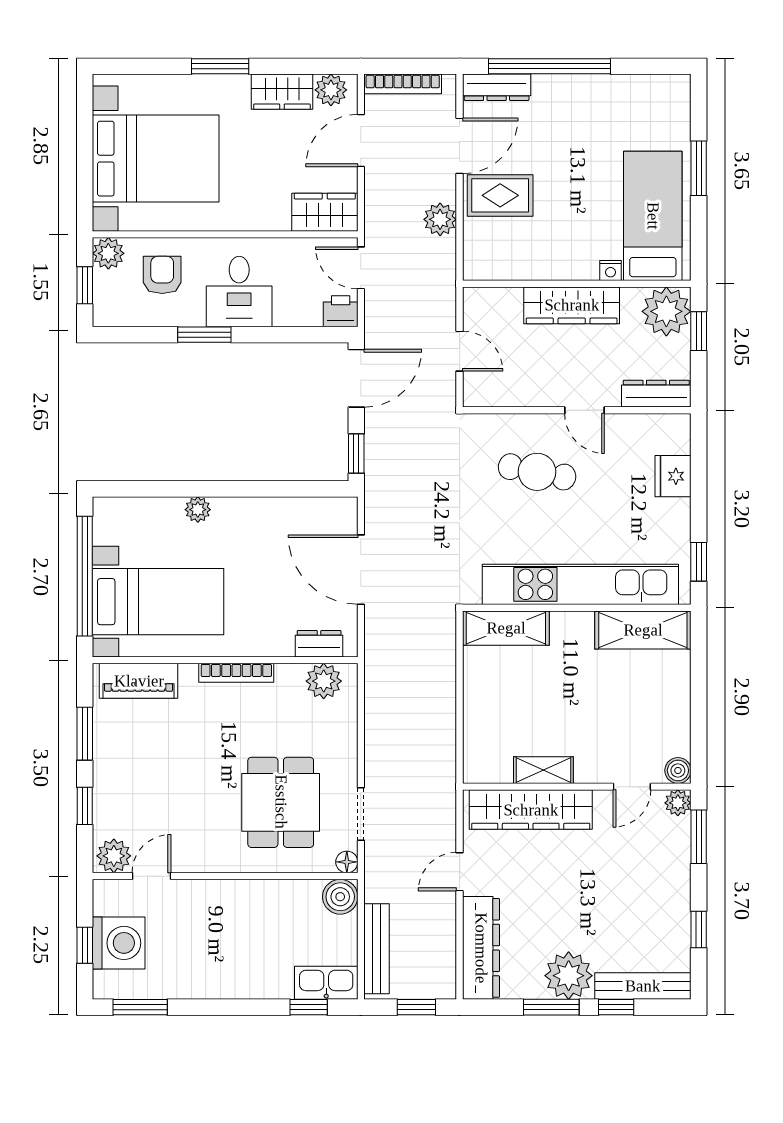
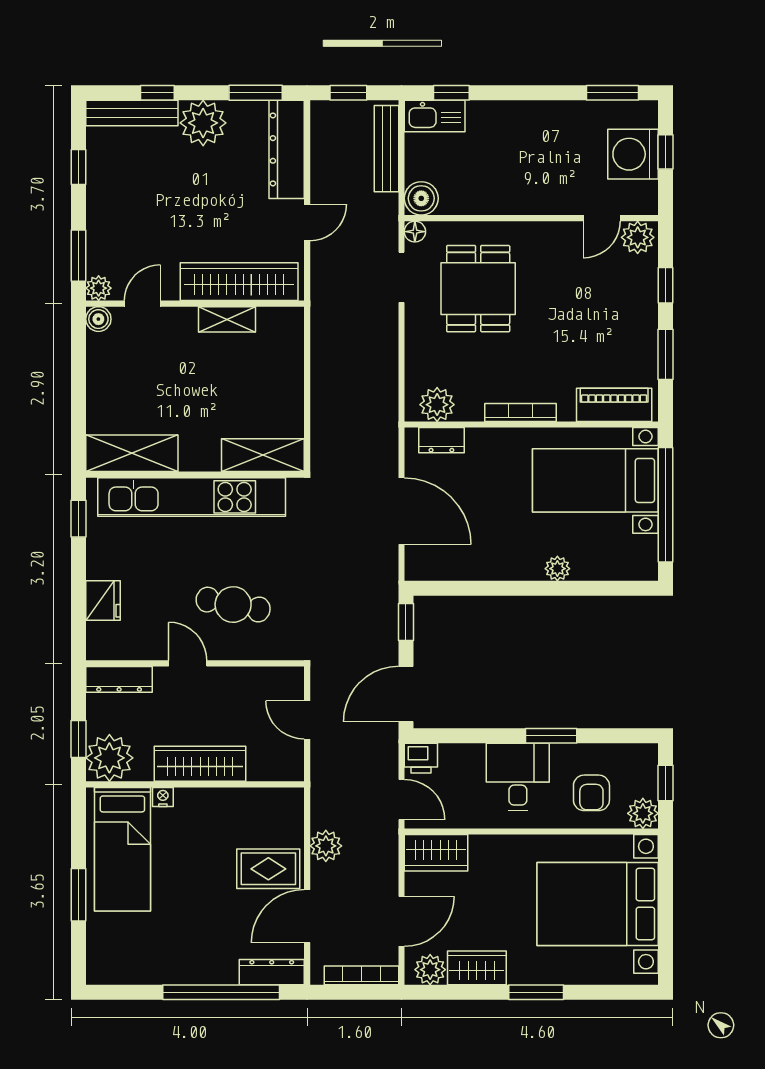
window: (551, 1007) -> (256, 93), moved

